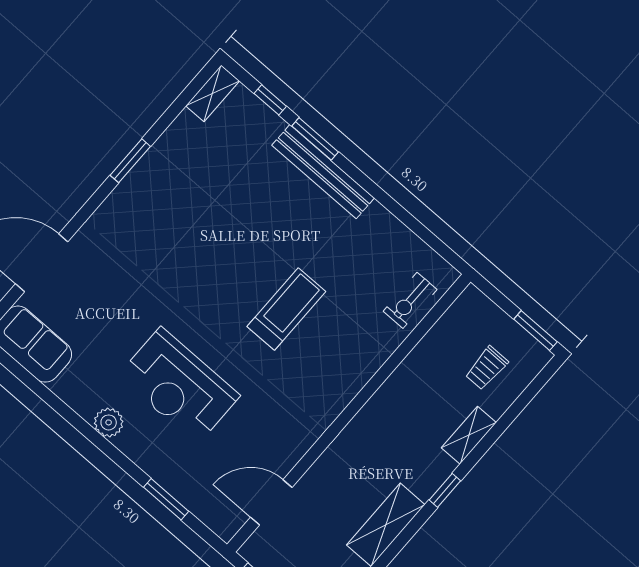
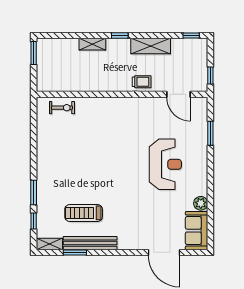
window: (130, 161) -> (75, 252), moved
bench: (323, 172) -> (90, 243), moved, turned 90
treadmill: (286, 309) -> (84, 213), moved
trolley: (487, 368) -> (142, 82), moved
plant: (109, 422) -> (201, 203), moved

